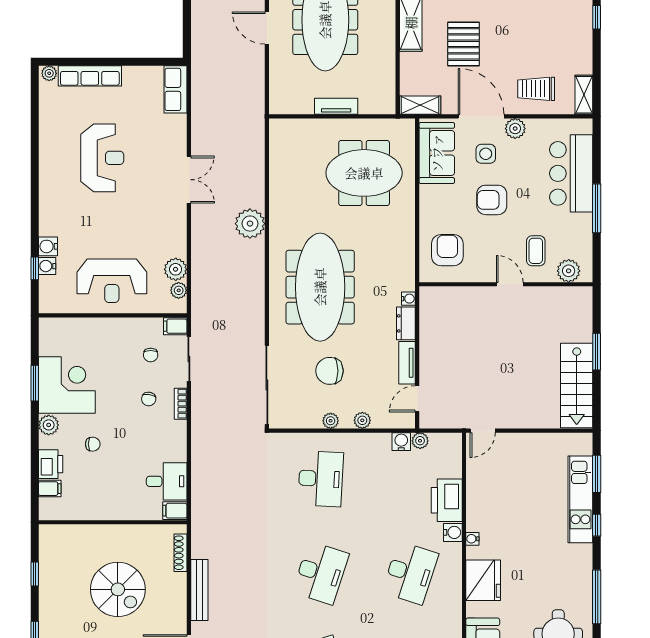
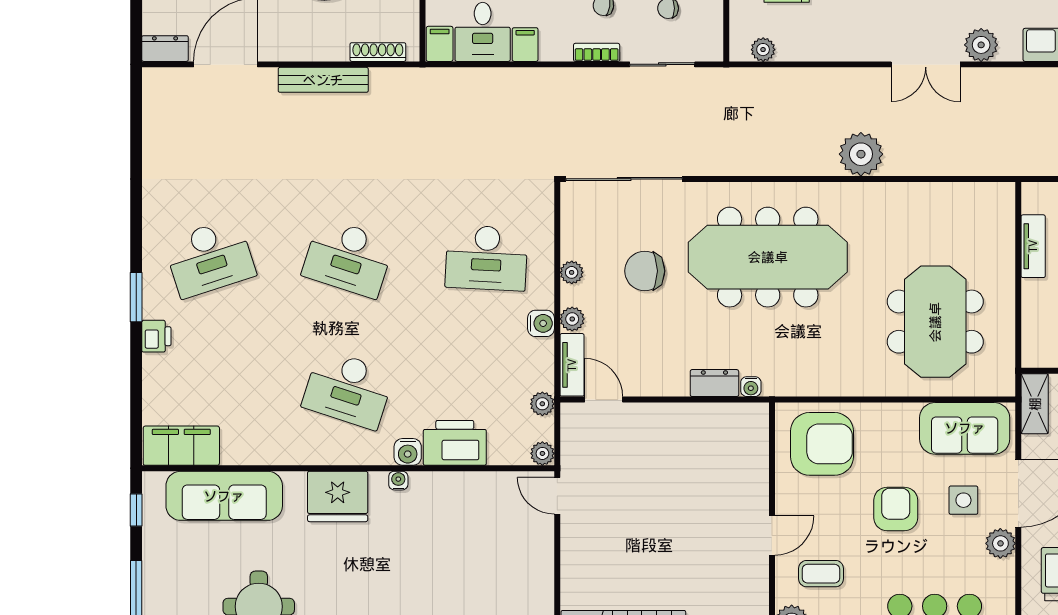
tv unit: (336, 106) -> (1033, 246), moved
armchair: (447, 250) -> (822, 444), width x1.36, depth x1.36
plant: (176, 269) -> (981, 45), moved
filing cabinet: (175, 326) -> (525, 45), moved
tv unit: (407, 363) -> (572, 365), moved, turned 90
chair: (330, 371) -> (645, 271), turned -90
plant: (454, 441) -> (542, 453), added
water cooler: (401, 442) -> (541, 323), moved

